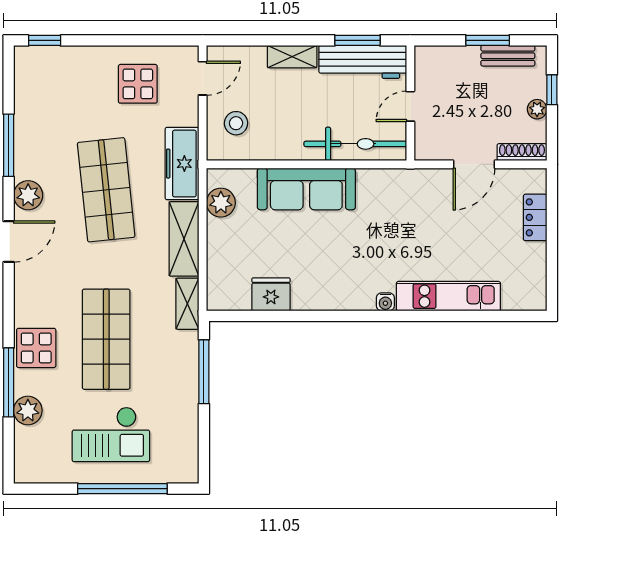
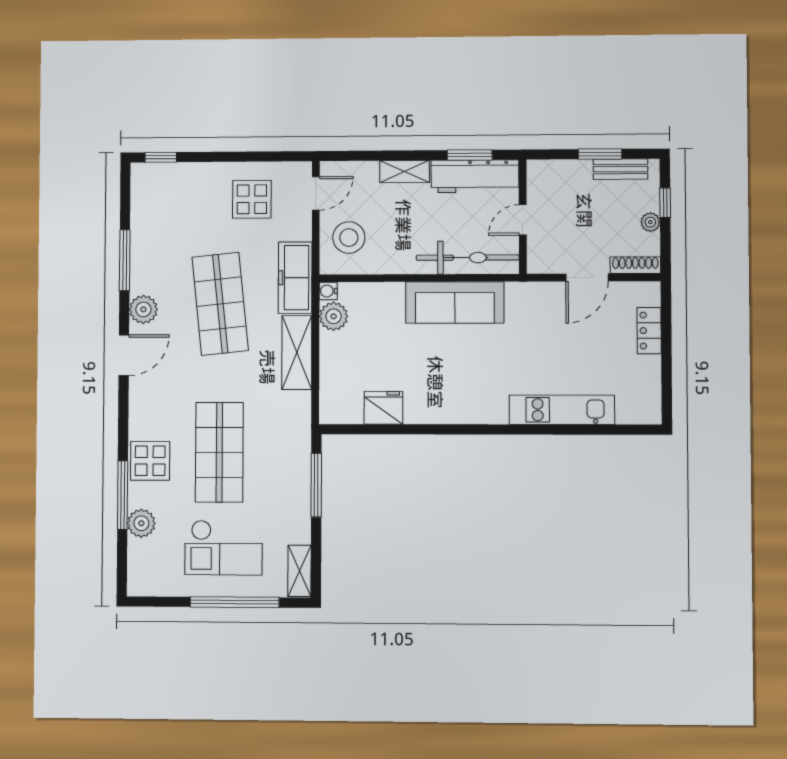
stool: (236, 123) -> (349, 238), width x1.38, depth x1.38
sofa: (306, 189) -> (455, 302), moved
water cooler: (385, 302) -> (328, 291), moved, turned 90
shelving: (187, 304) -> (299, 571), moved

